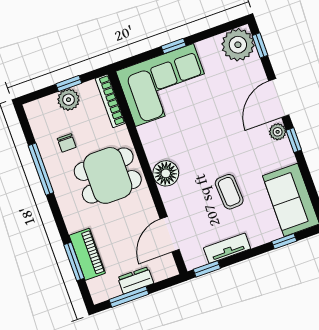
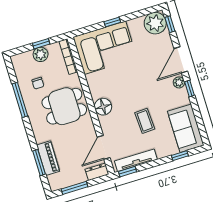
tv unit: (227, 248) -> (136, 160), width x1.41
dresser: (136, 280) -> (97, 172), moved

